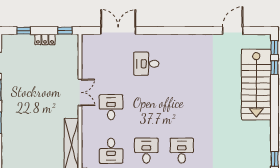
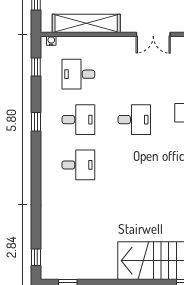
desk: (111, 107) -> (134, 120), moved

